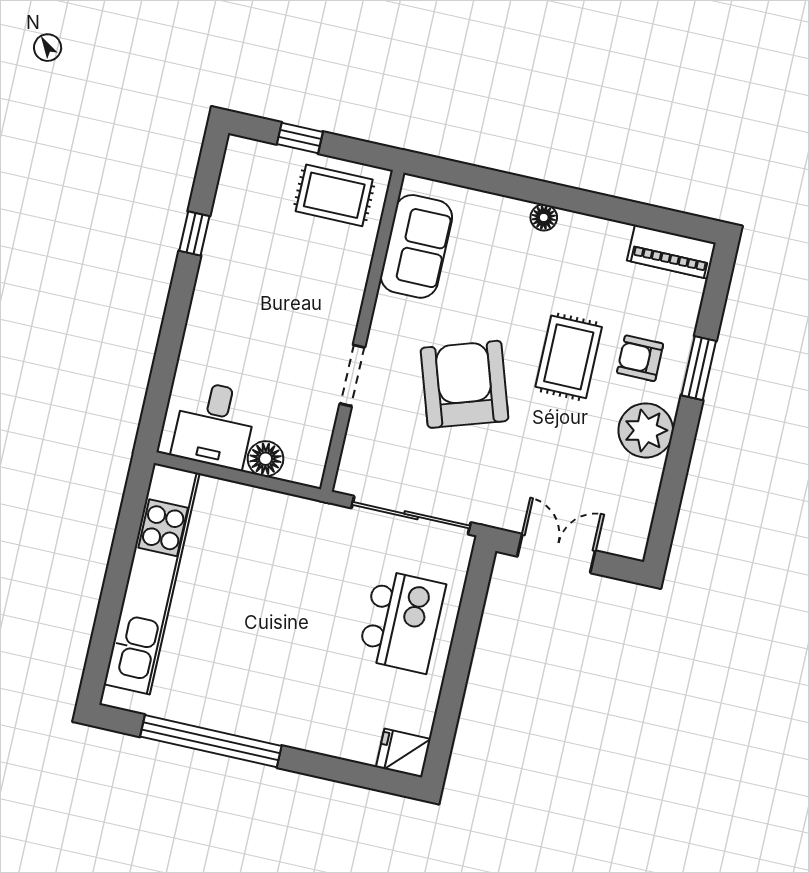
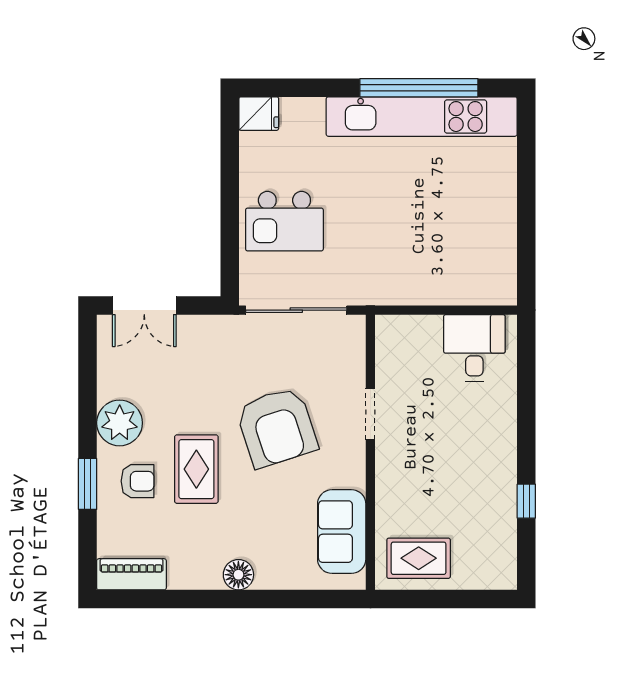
window: (300, 138) -> (457, 599), removed
floor lamp: (544, 217) -> (238, 575), width x1.37, depth x1.37
floor lamp: (265, 459) -> (426, 329), removed
double door: (556, 553) -> (144, 306), moved
kitchen unit: (152, 579) -> (422, 117), moved, turned -90
kitchen island: (402, 621) -> (284, 221), turned -90

